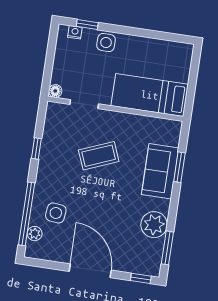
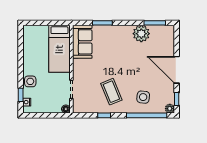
coffee table: (99, 156) -> (111, 92), moved
sofa: (160, 171) -> (82, 42), moved, turned -90
plant: (35, 234) -> (170, 109), moved
door: (90, 271) -> (177, 70), hinge flipped
window: (141, 278) -> (177, 99), moved

